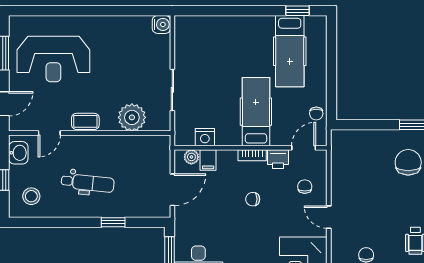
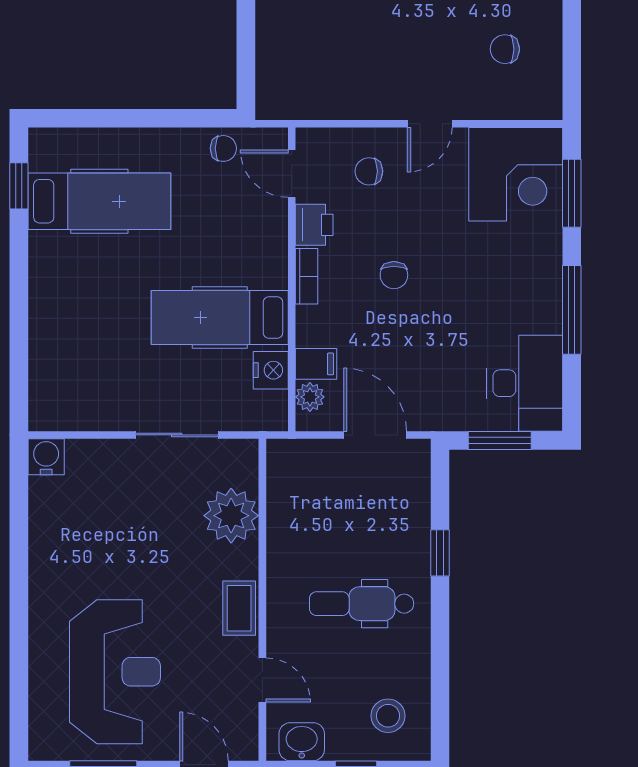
hospital bed: (256, 112) -> (220, 318), moved
dental chair: (88, 183) -> (362, 604), turned -96

